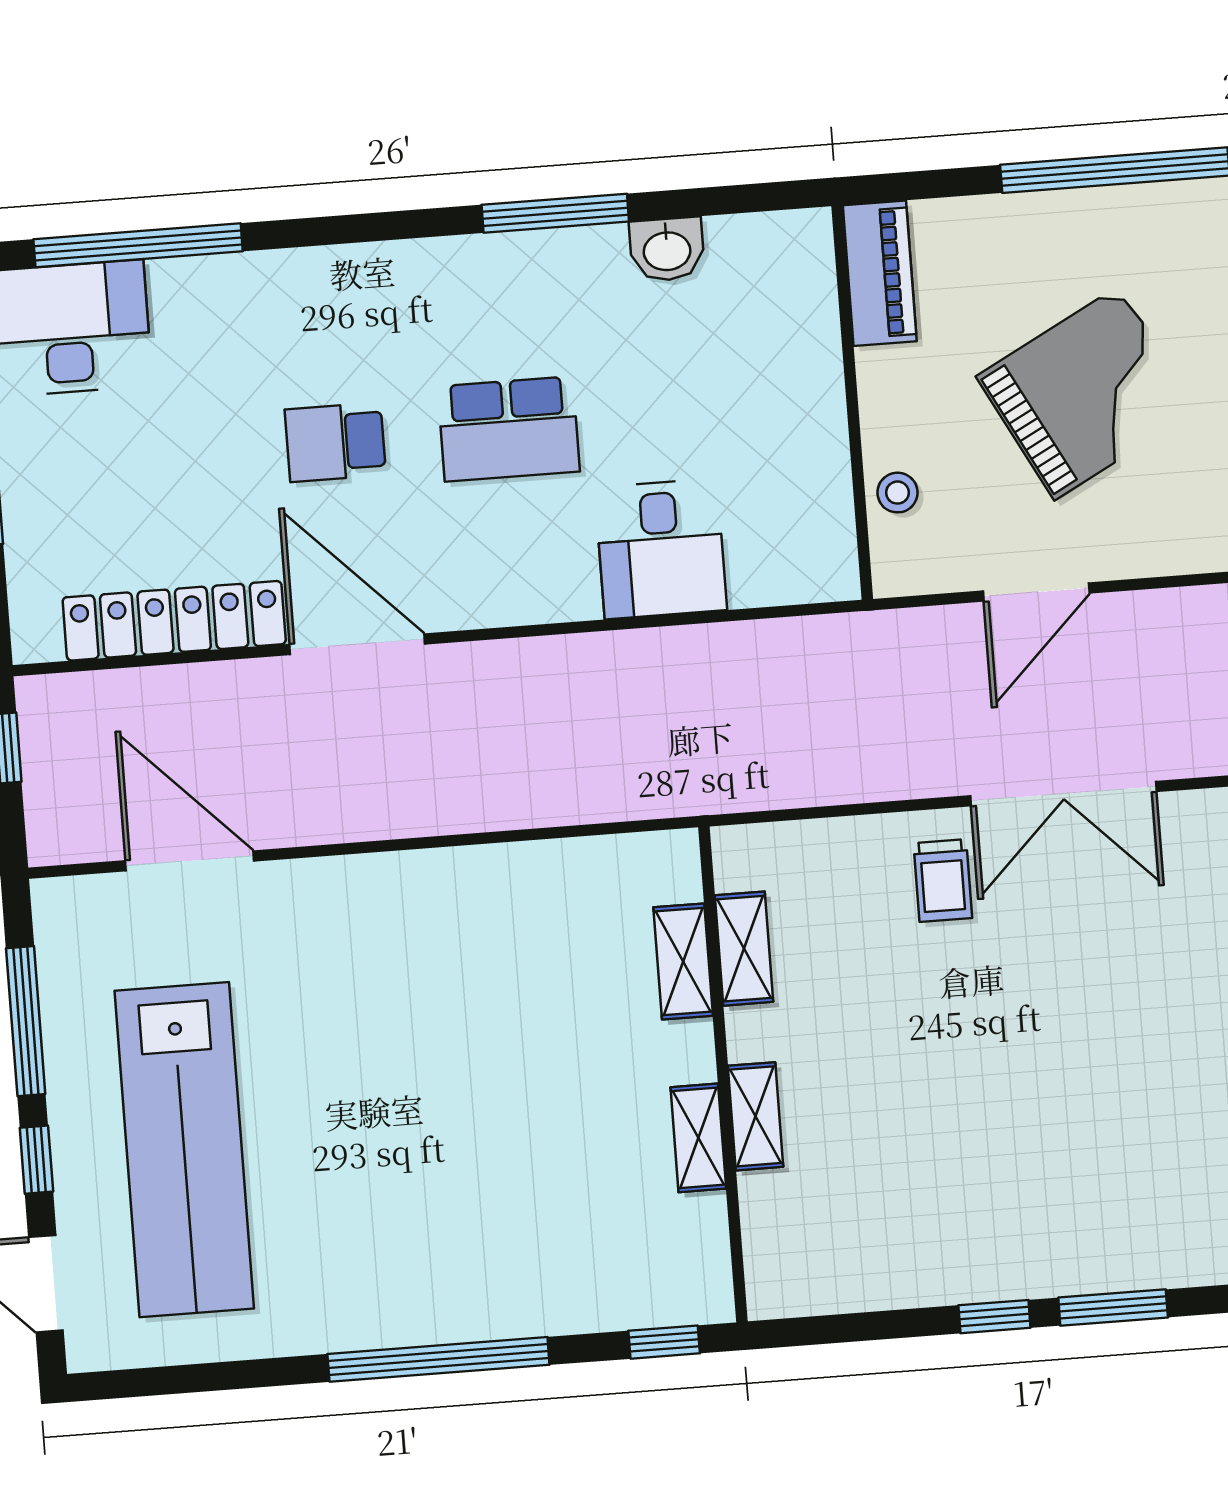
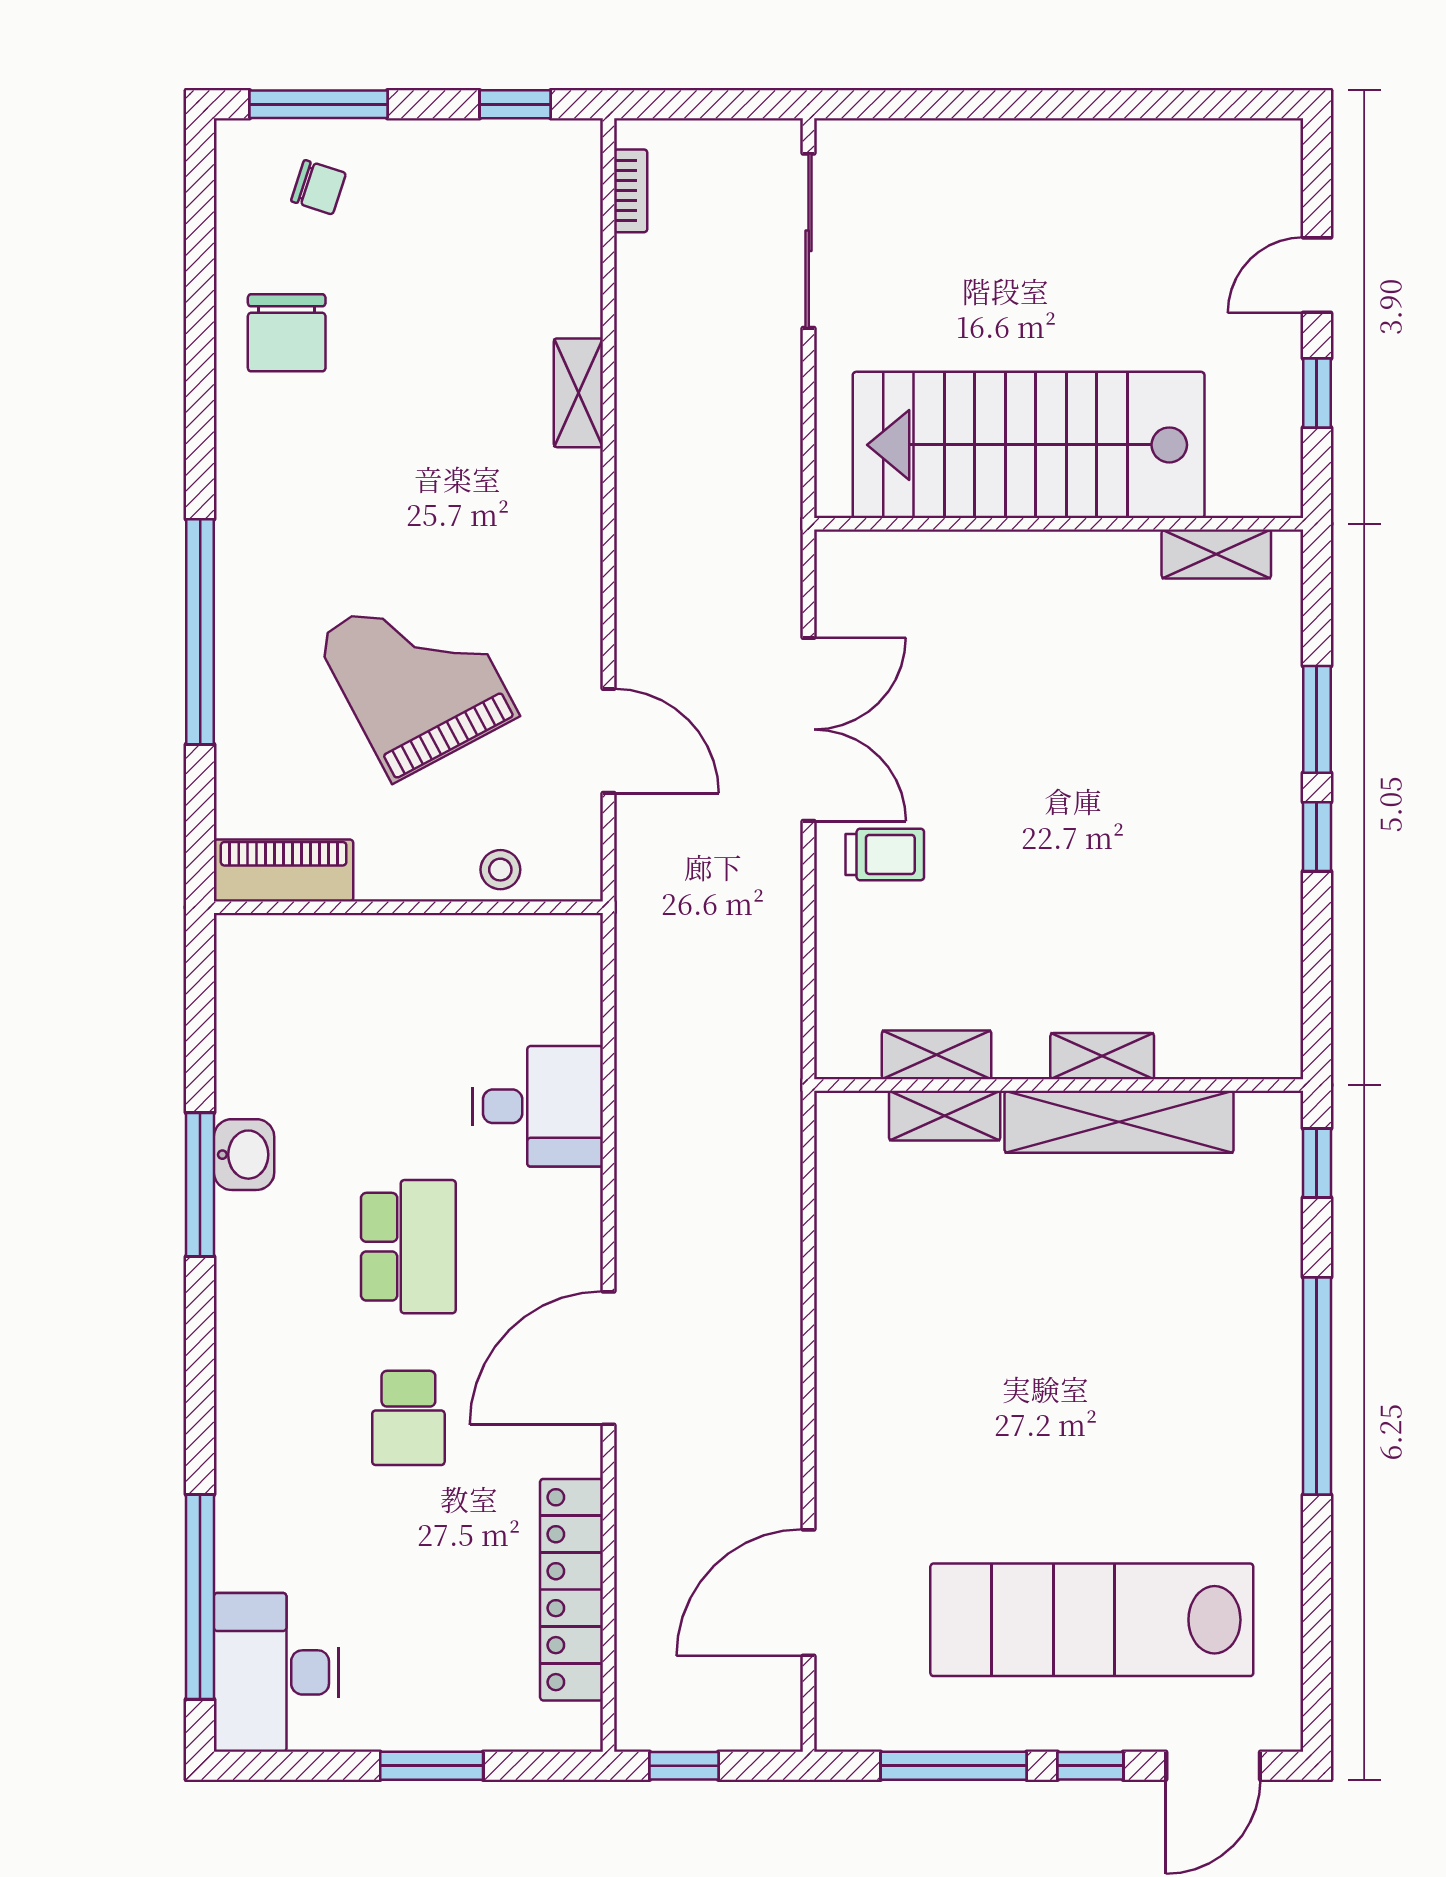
washbasin: (667, 249) -> (244, 1155), moved
door: (357, 644) -> (608, 1358), moved
shelving: (698, 1138) -> (1119, 1122), width x2.20, depth x1.33
lab bench: (184, 1150) -> (1092, 1620), turned 180

